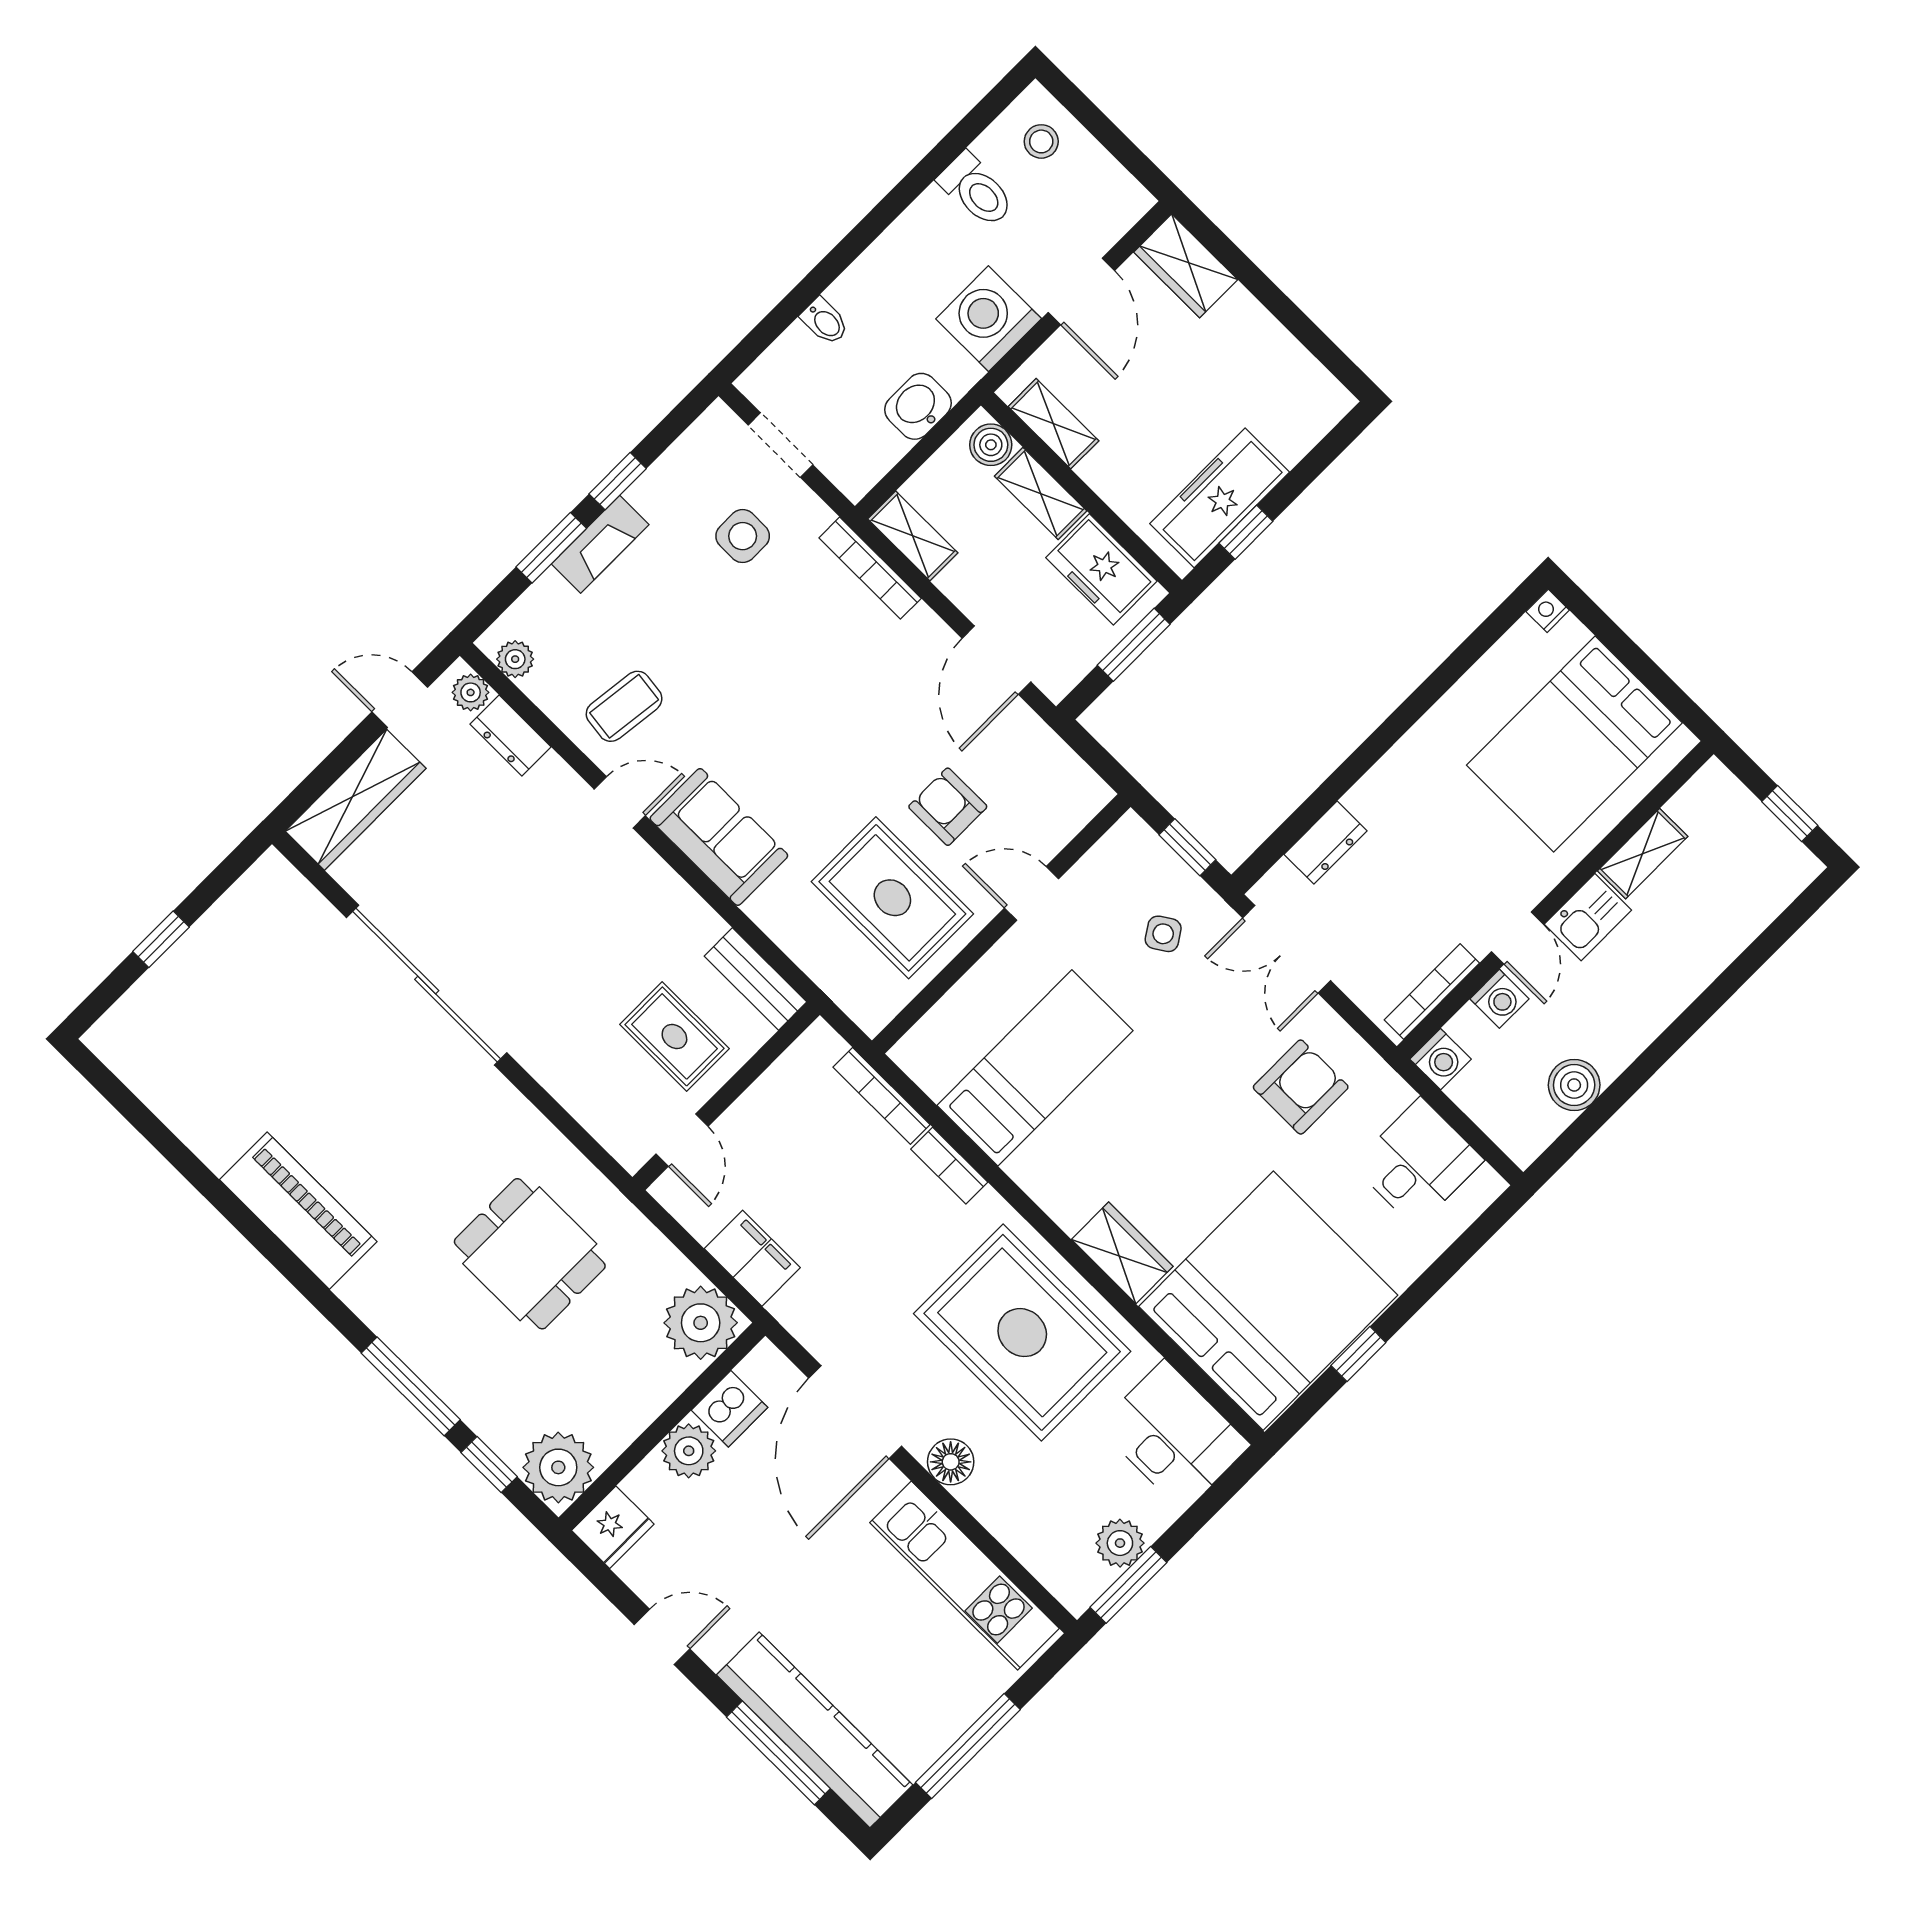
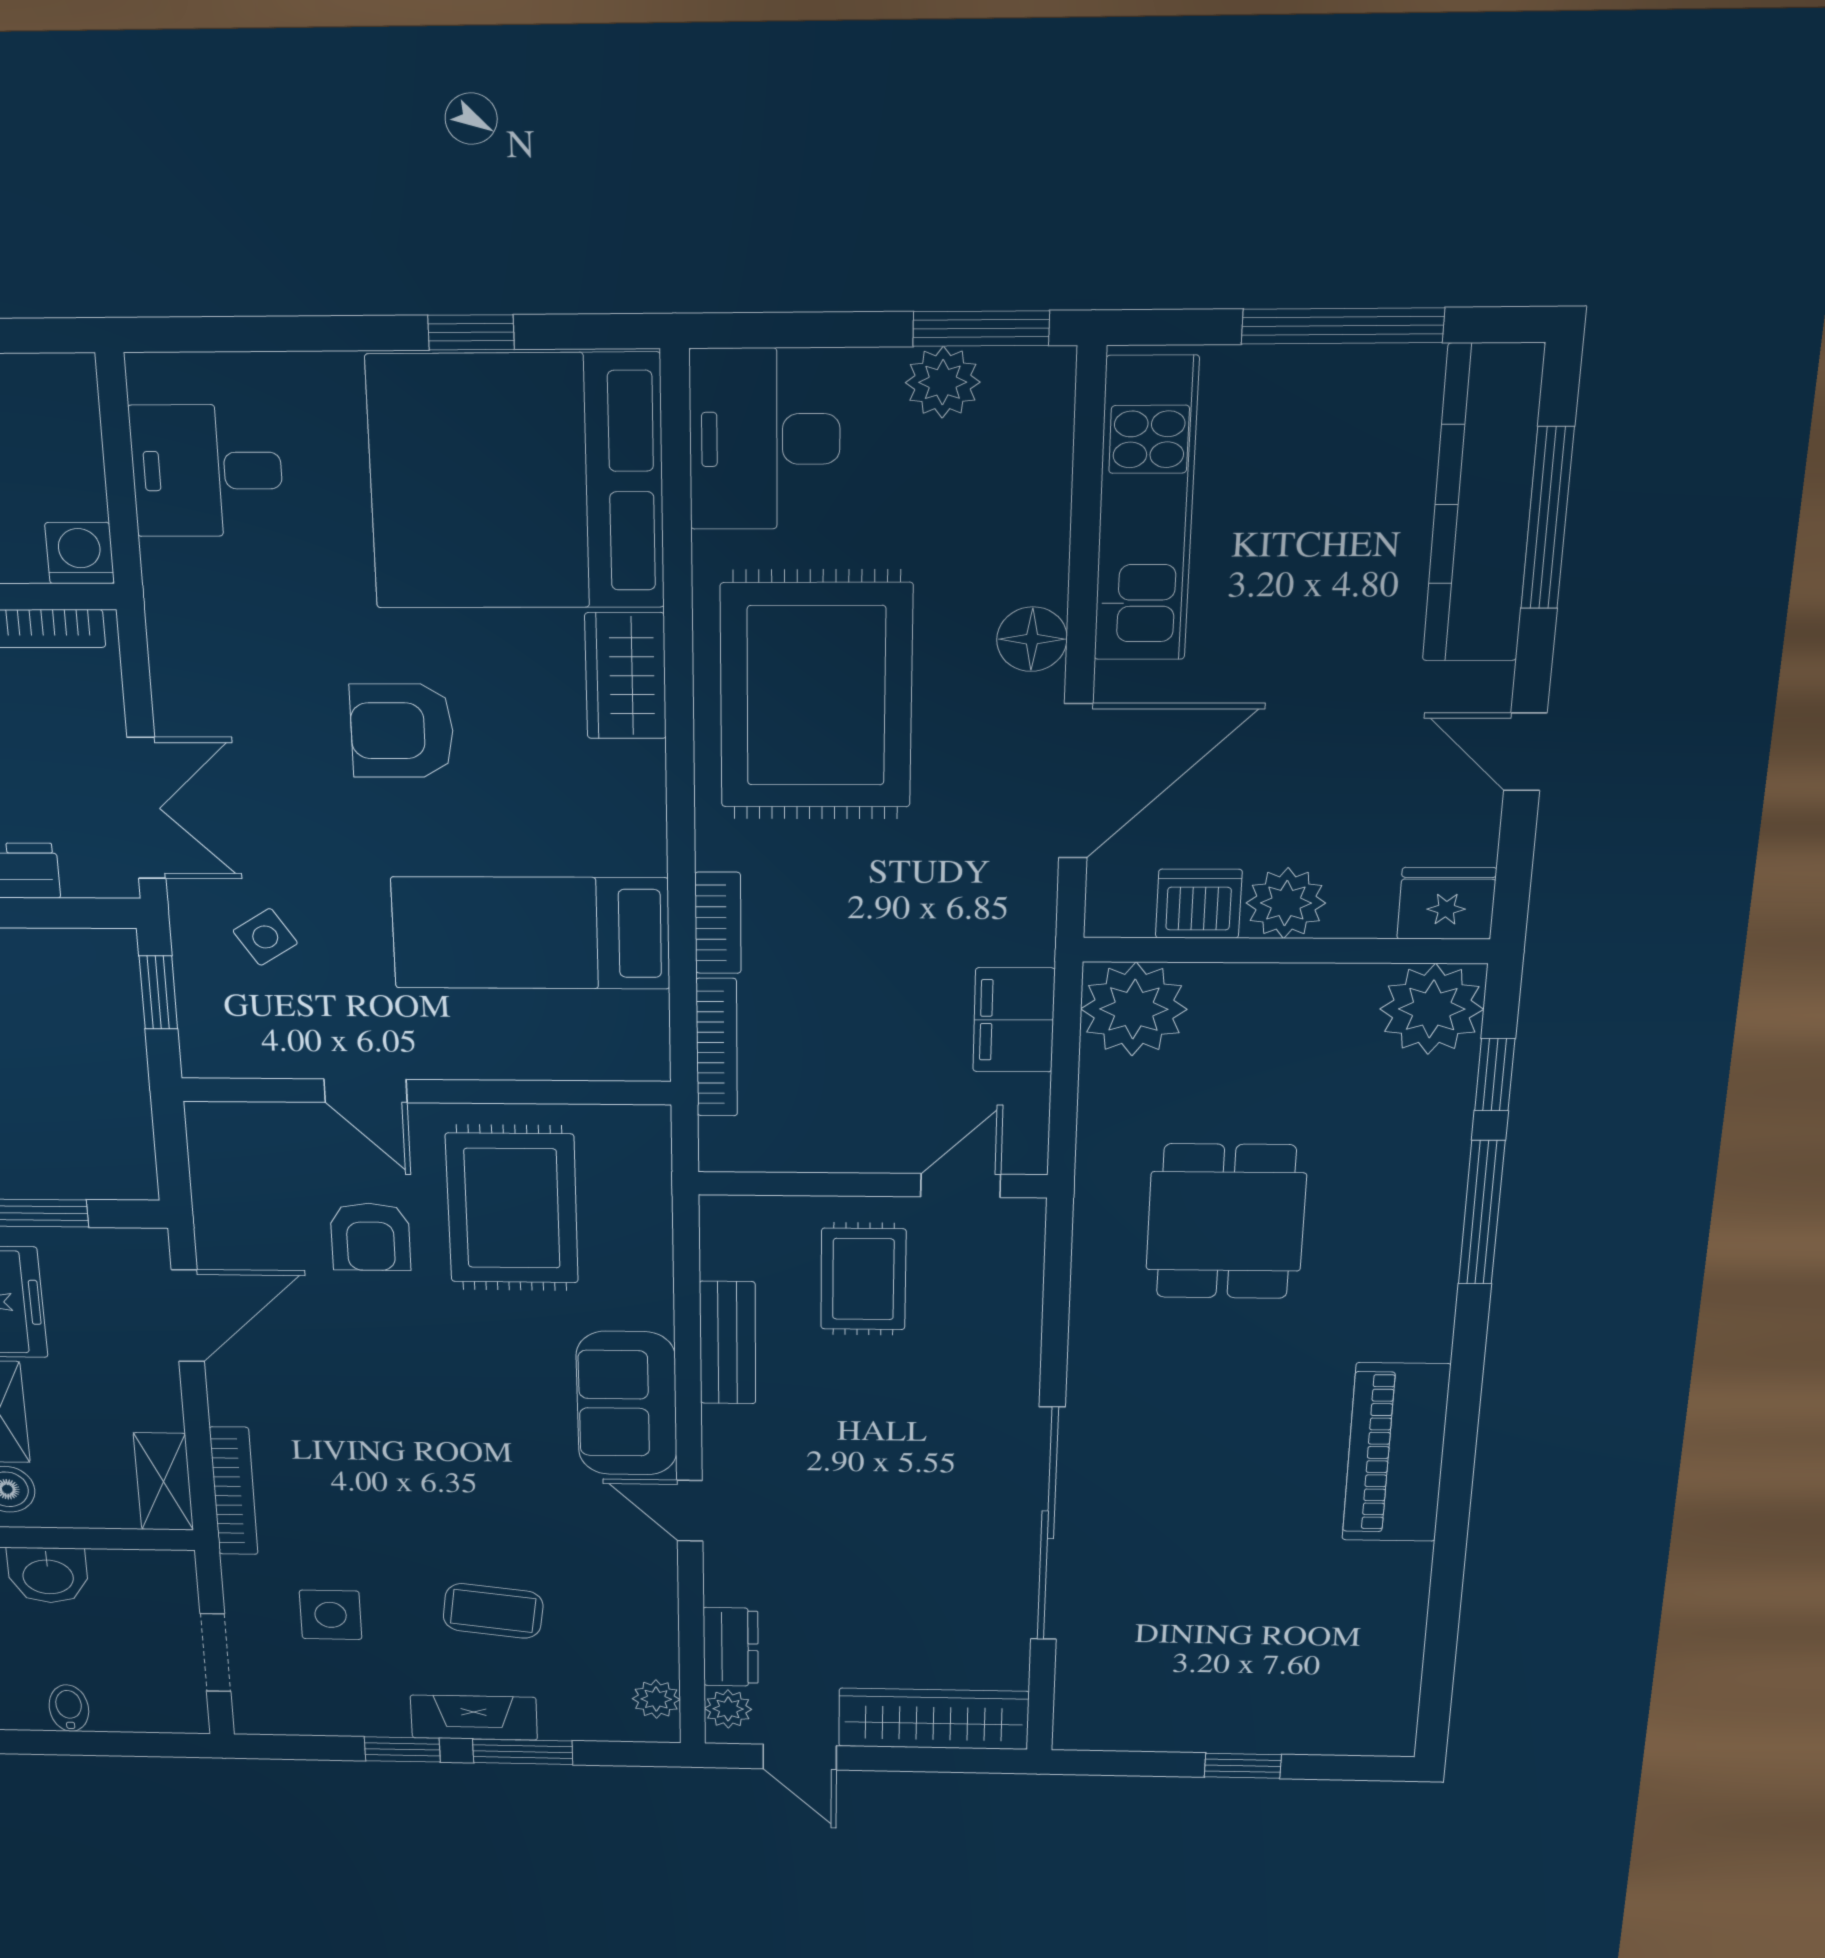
coffee table: (624, 706) -> (493, 1611), moved
bench: (756, 979) -> (728, 1343), moved
armchair: (1301, 1087) -> (402, 731), moved

